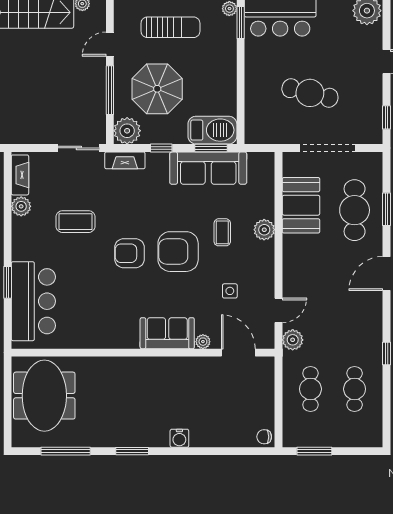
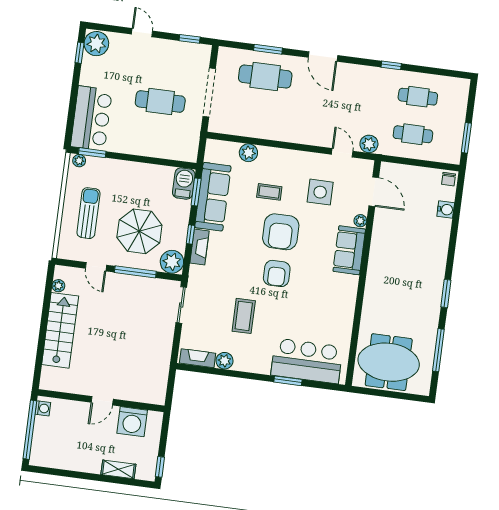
cafe table: (310, 93) -> (160, 101), turned 76
barbecue: (212, 130) -> (184, 184), width x0.73, depth x0.83
fireplace: (125, 160) -> (200, 247), moved
booth: (301, 205) -> (255, 122), removed
plant: (264, 230) -> (248, 153), moved
side table: (230, 291) -> (320, 192), width x1.87, depth x1.87
door: (238, 353) -> (374, 192), swing flipped
water cooler: (179, 438) -> (446, 210), moved

